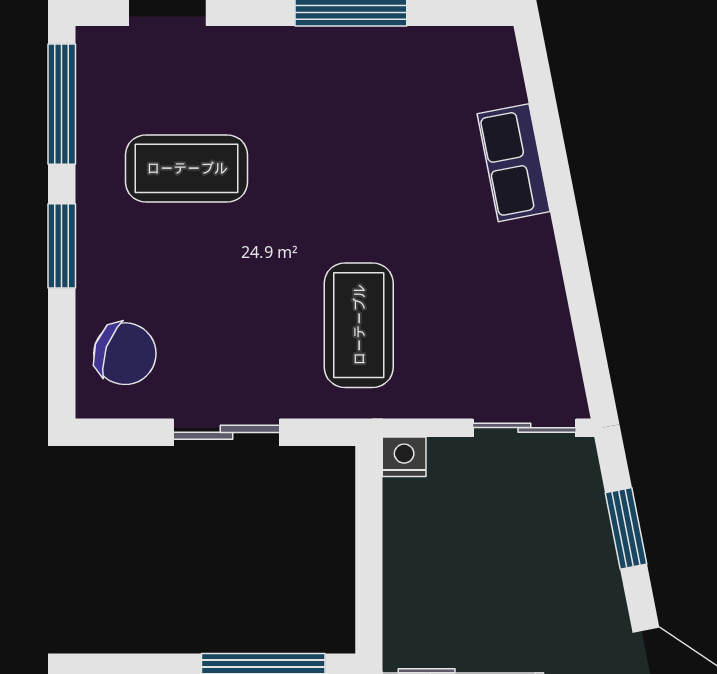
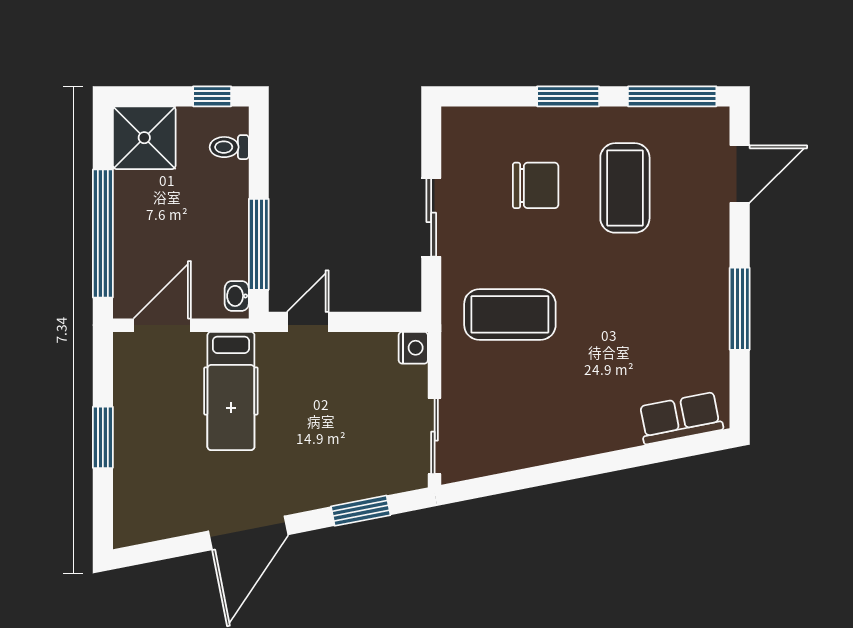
row of seats: (514, 163) -> (680, 418), moved
chair: (125, 354) -> (536, 185), moved, turned -109
door: (369, 600) -> (308, 322), added

